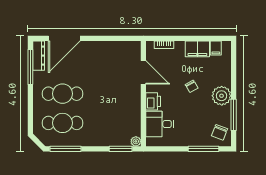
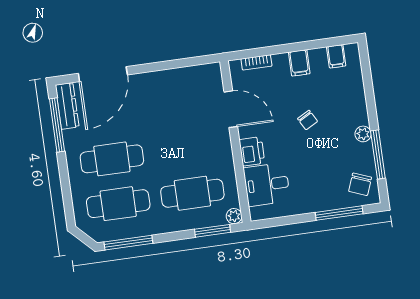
filing cabinet: (197, 49) -> (299, 63), width x0.50
plant: (222, 96) -> (363, 134), width x0.53, depth x0.53
cafe table: (111, 123) -> (192, 193), added

